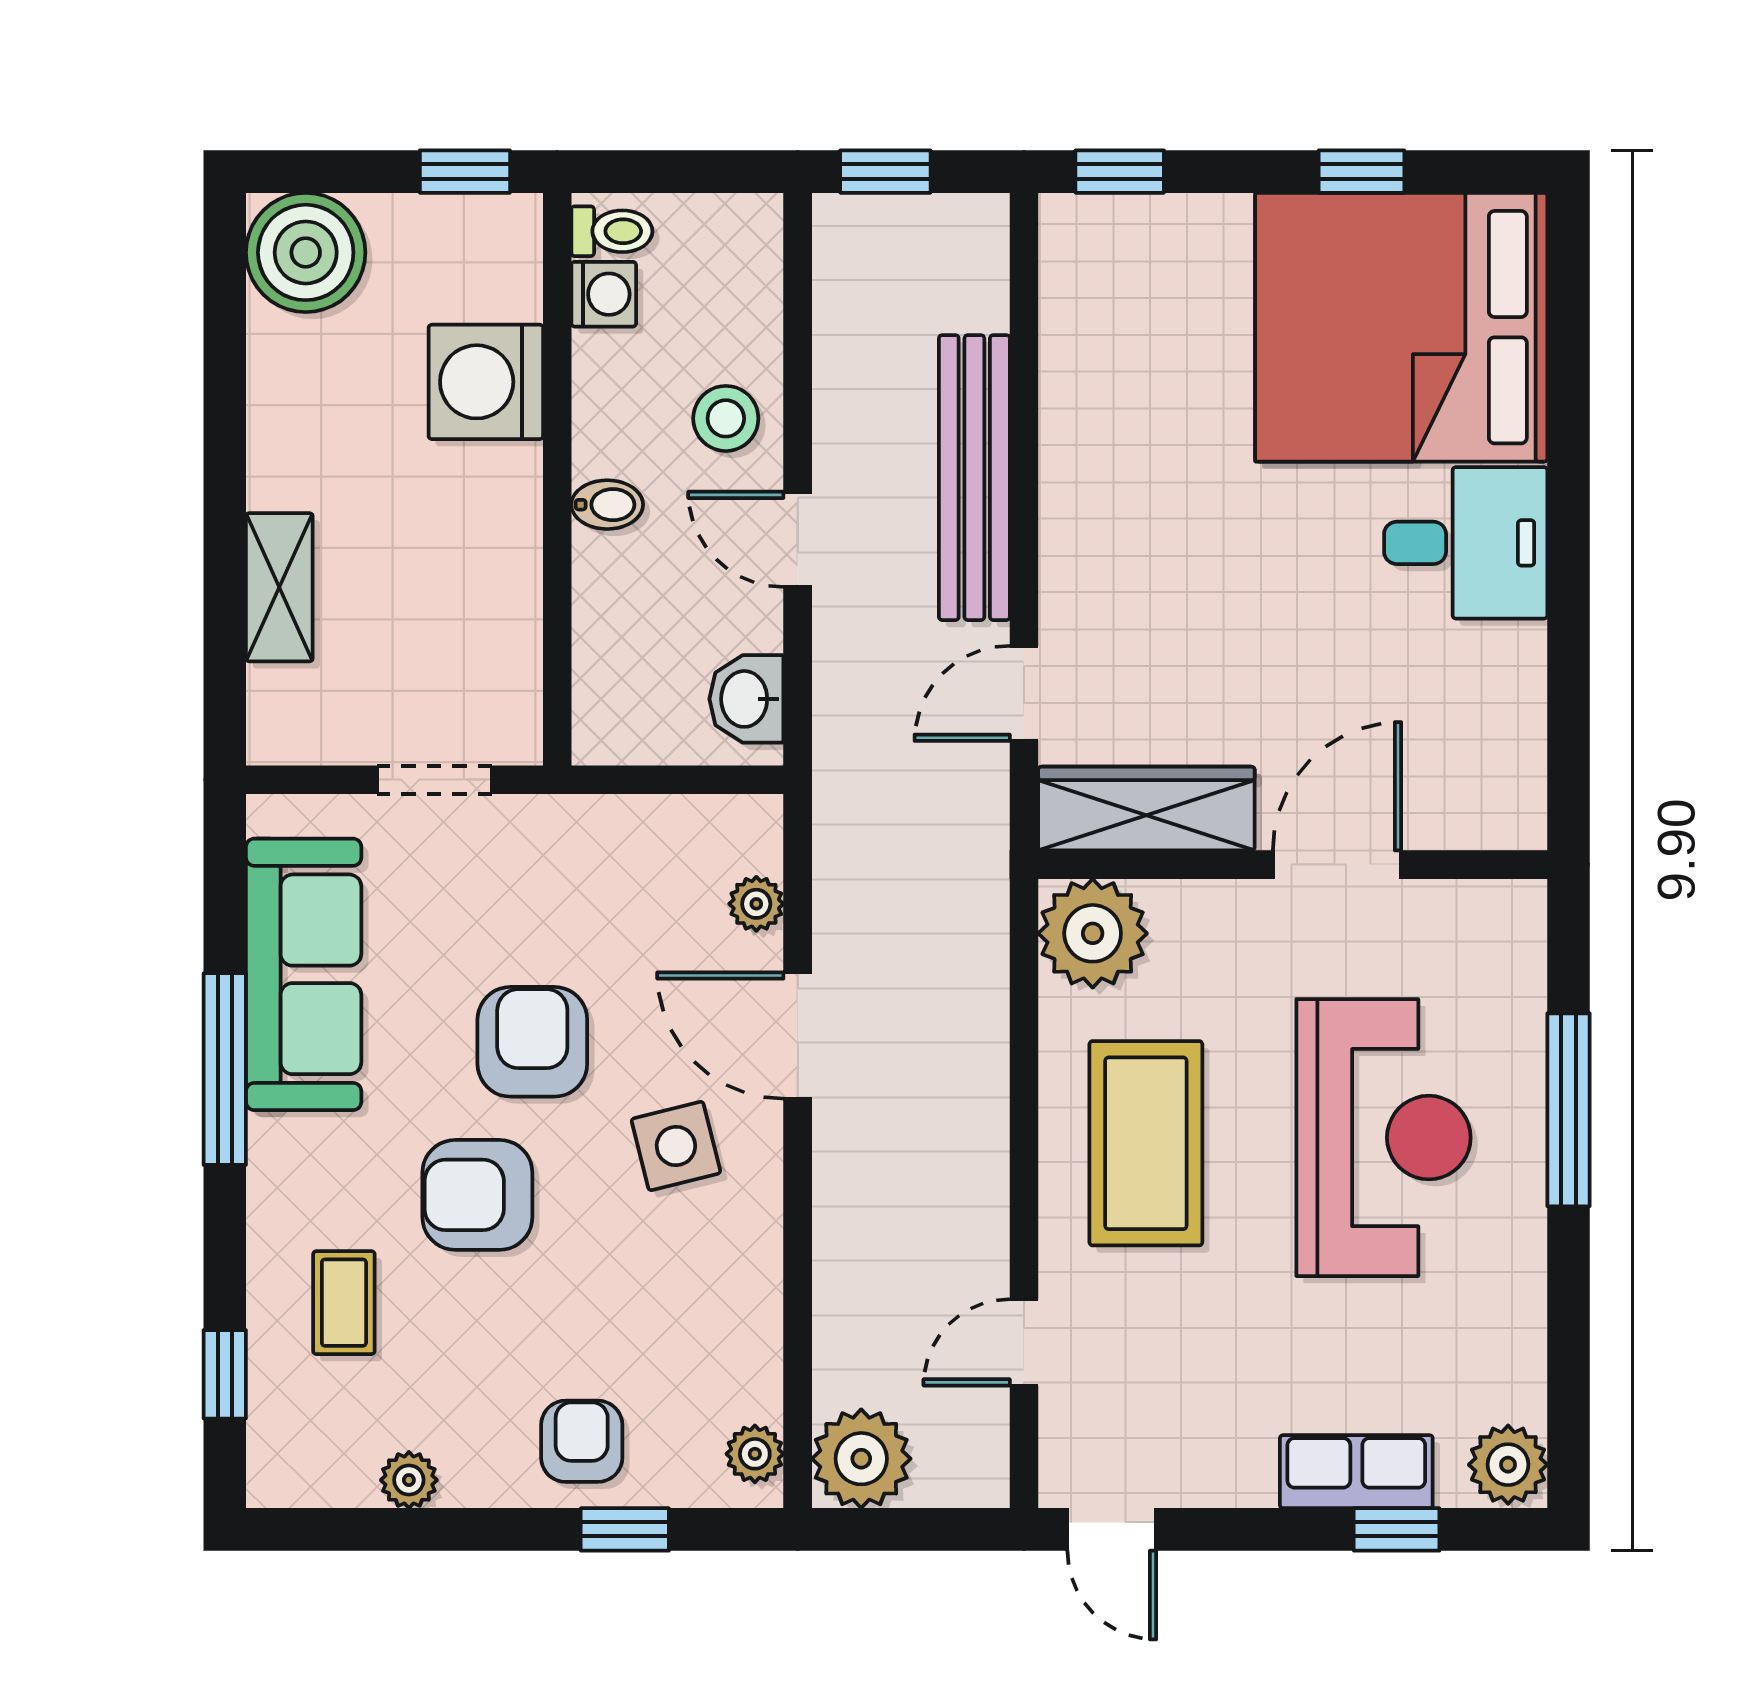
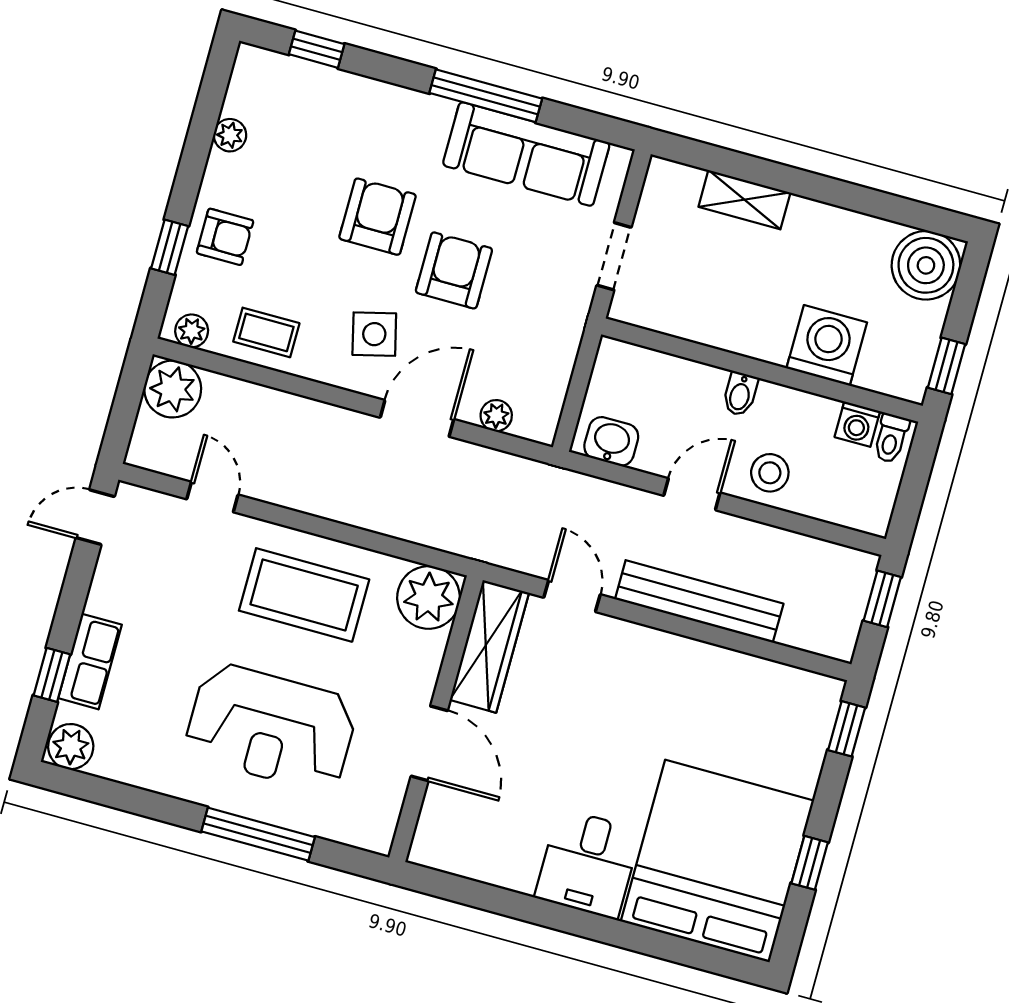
armchair: (532, 1042) -> (454, 270), turned -90
coffee table: (344, 1303) -> (266, 332), moved

